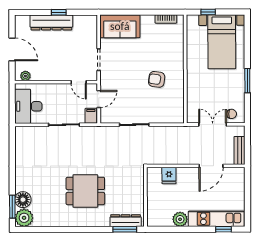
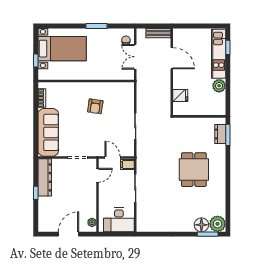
dresser: (51, 22) -> (45, 177), moved
sofa: (120, 26) -> (48, 132), width x1.36
dresser: (126, 221) -> (220, 134), width x0.70

